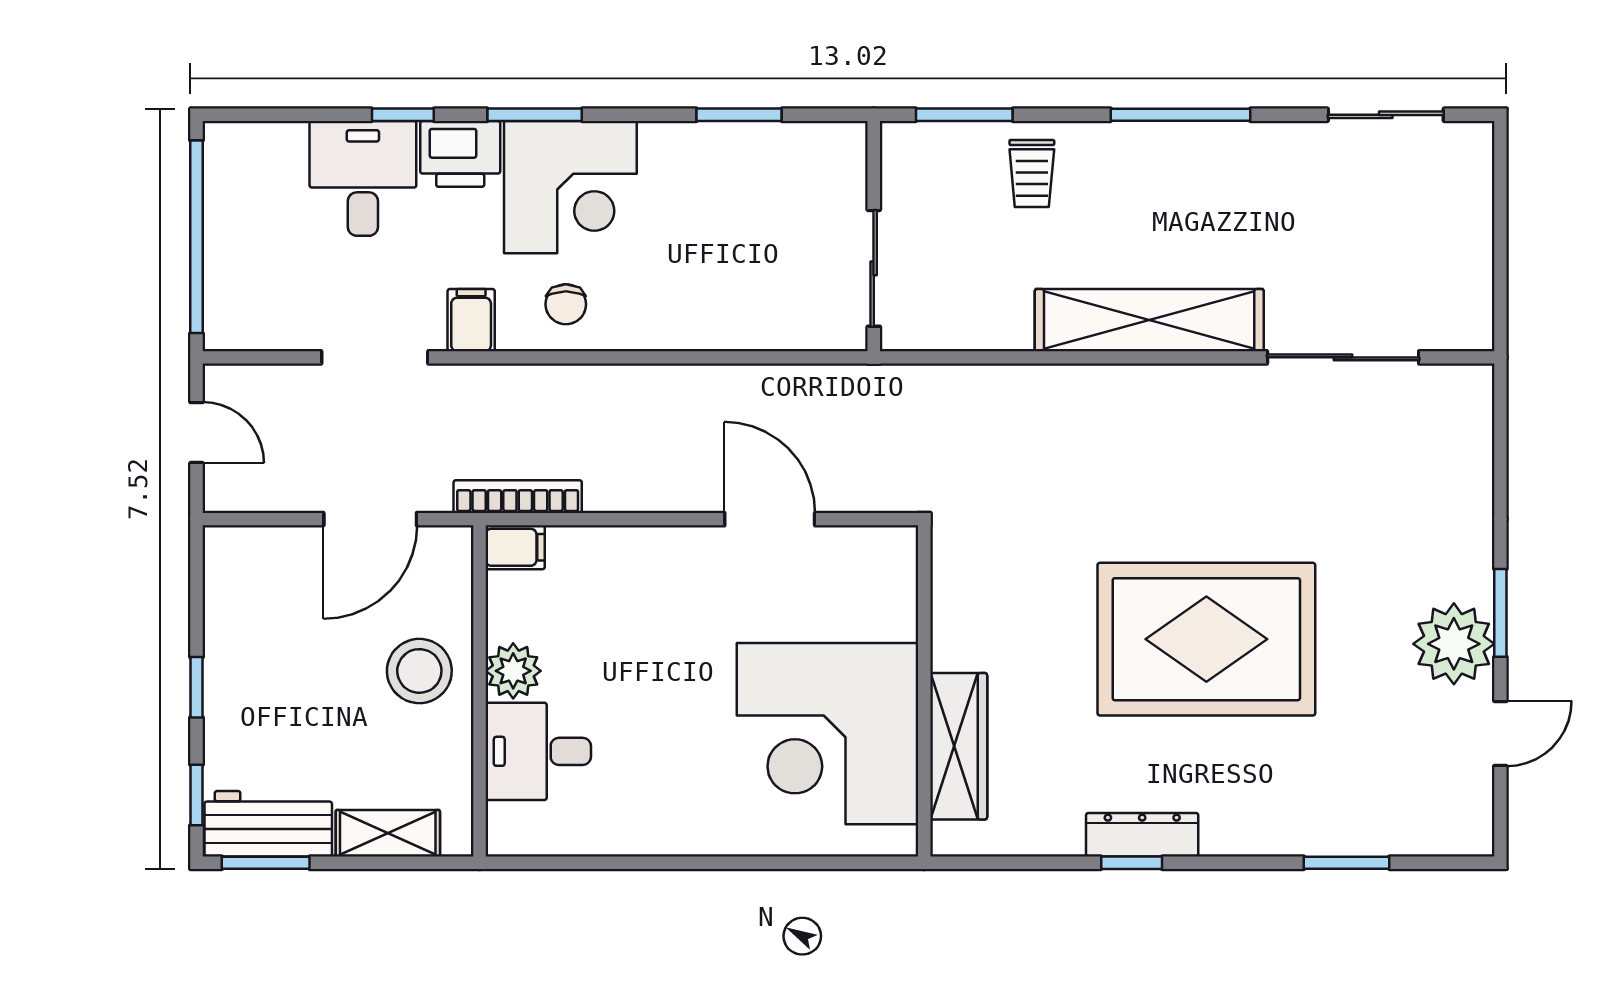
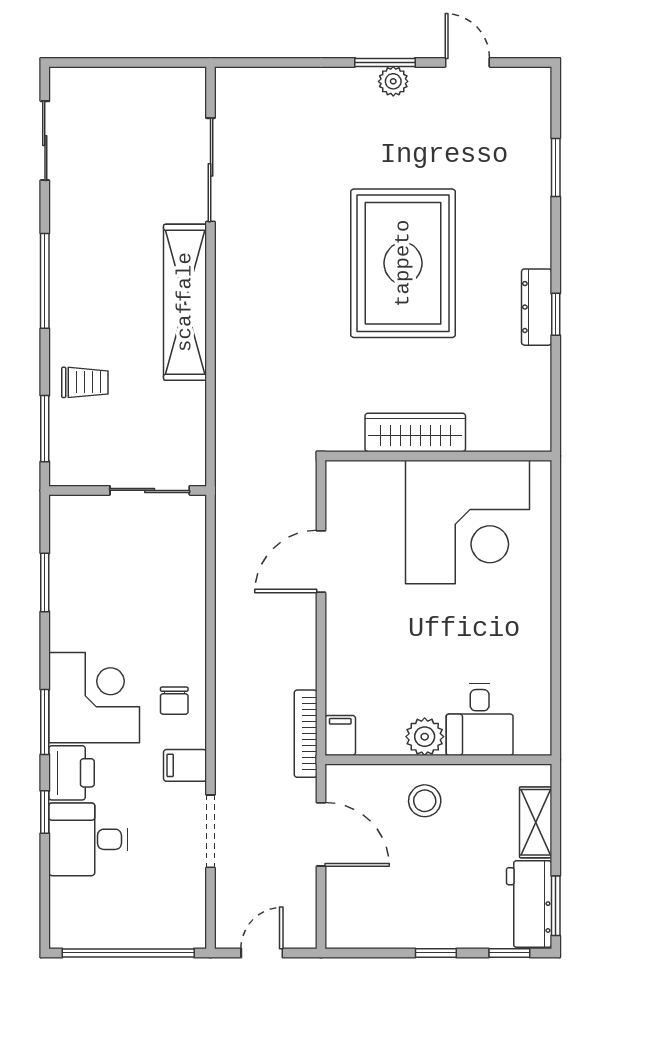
chair: (566, 304) -> (174, 701), turned 90
plant: (1454, 644) -> (393, 81), width x0.53, depth x0.53
stool: (419, 671) -> (425, 801), width x0.73, depth x0.73
wardrobe: (959, 746) -> (415, 432), moved

